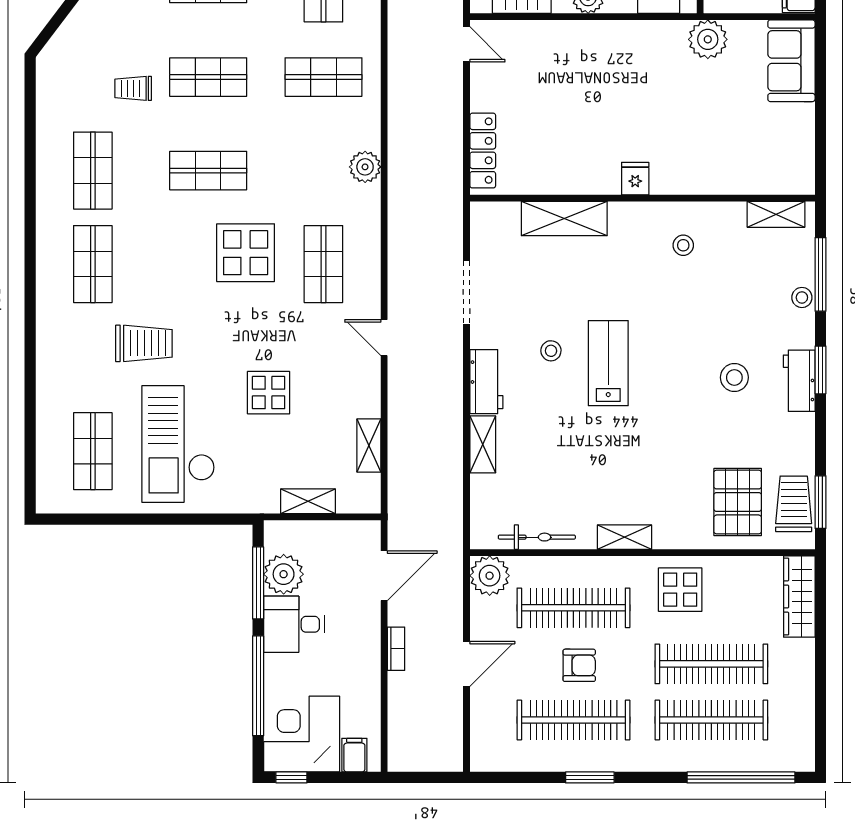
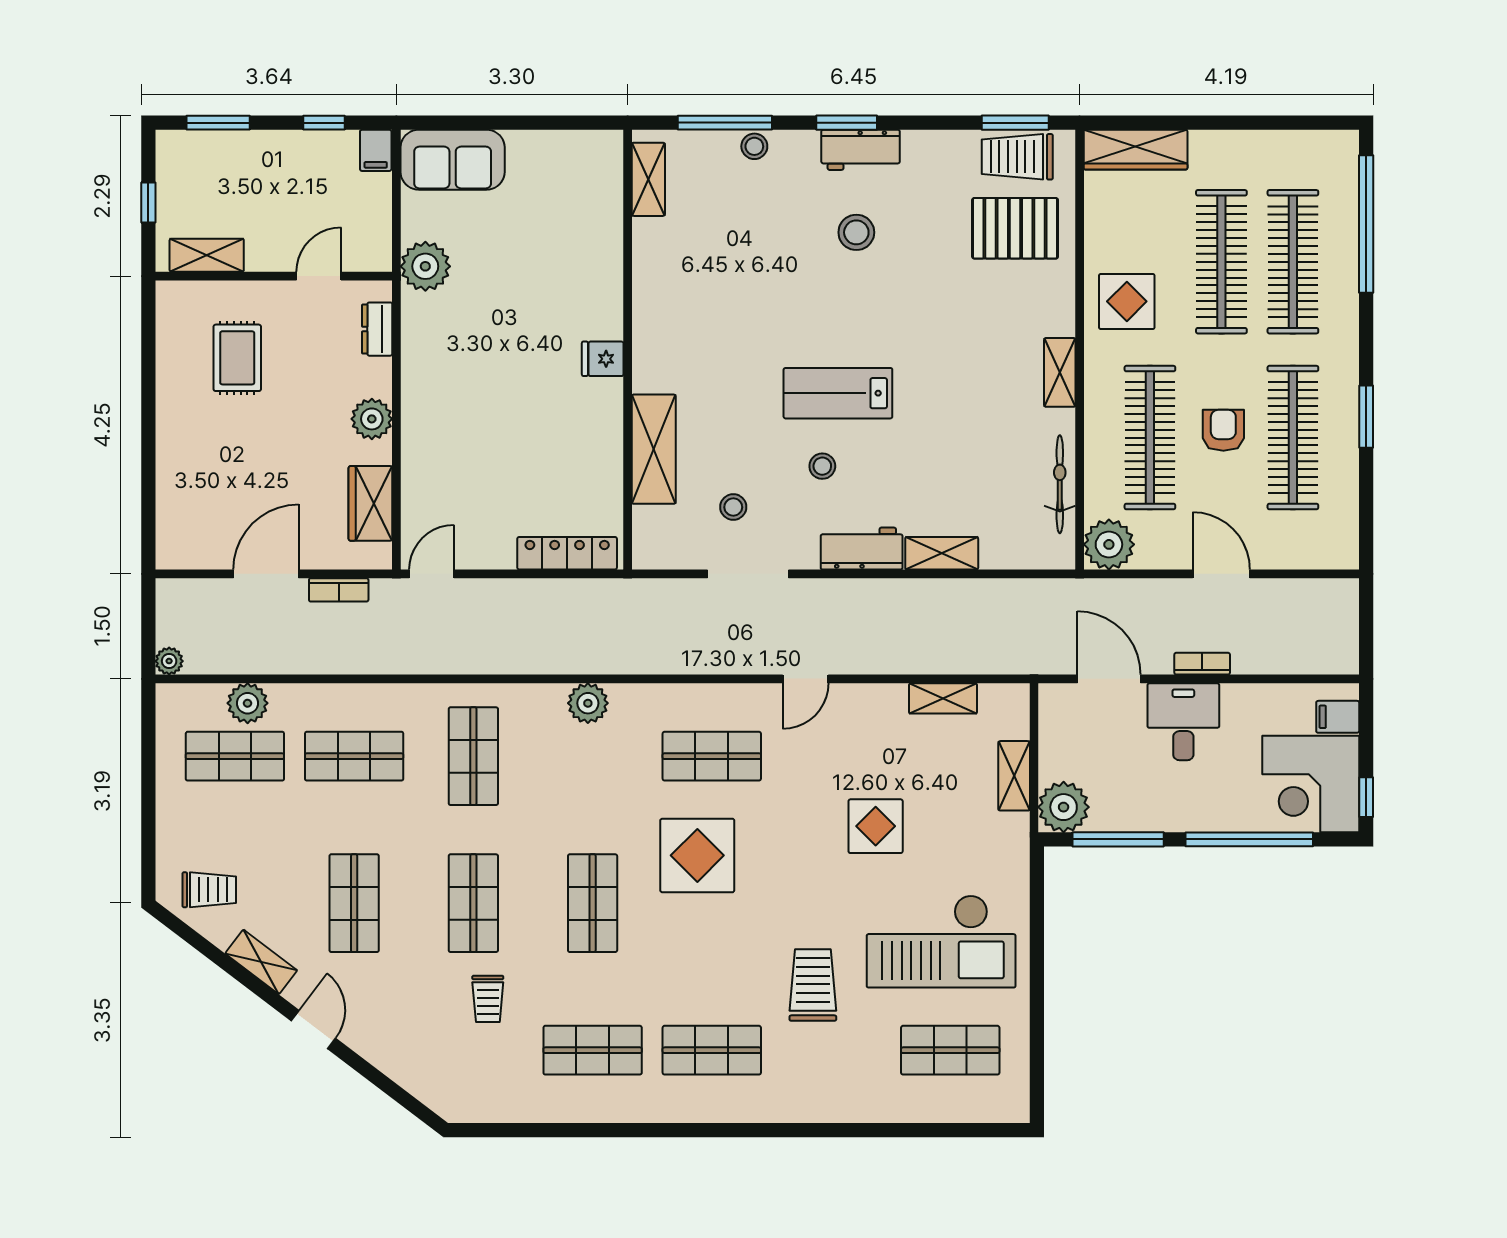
stool: (683, 245) -> (733, 507), moved
plant: (284, 574) -> (1064, 807), moved
desk: (294, 624) -> (1183, 722), moved, turned 180

